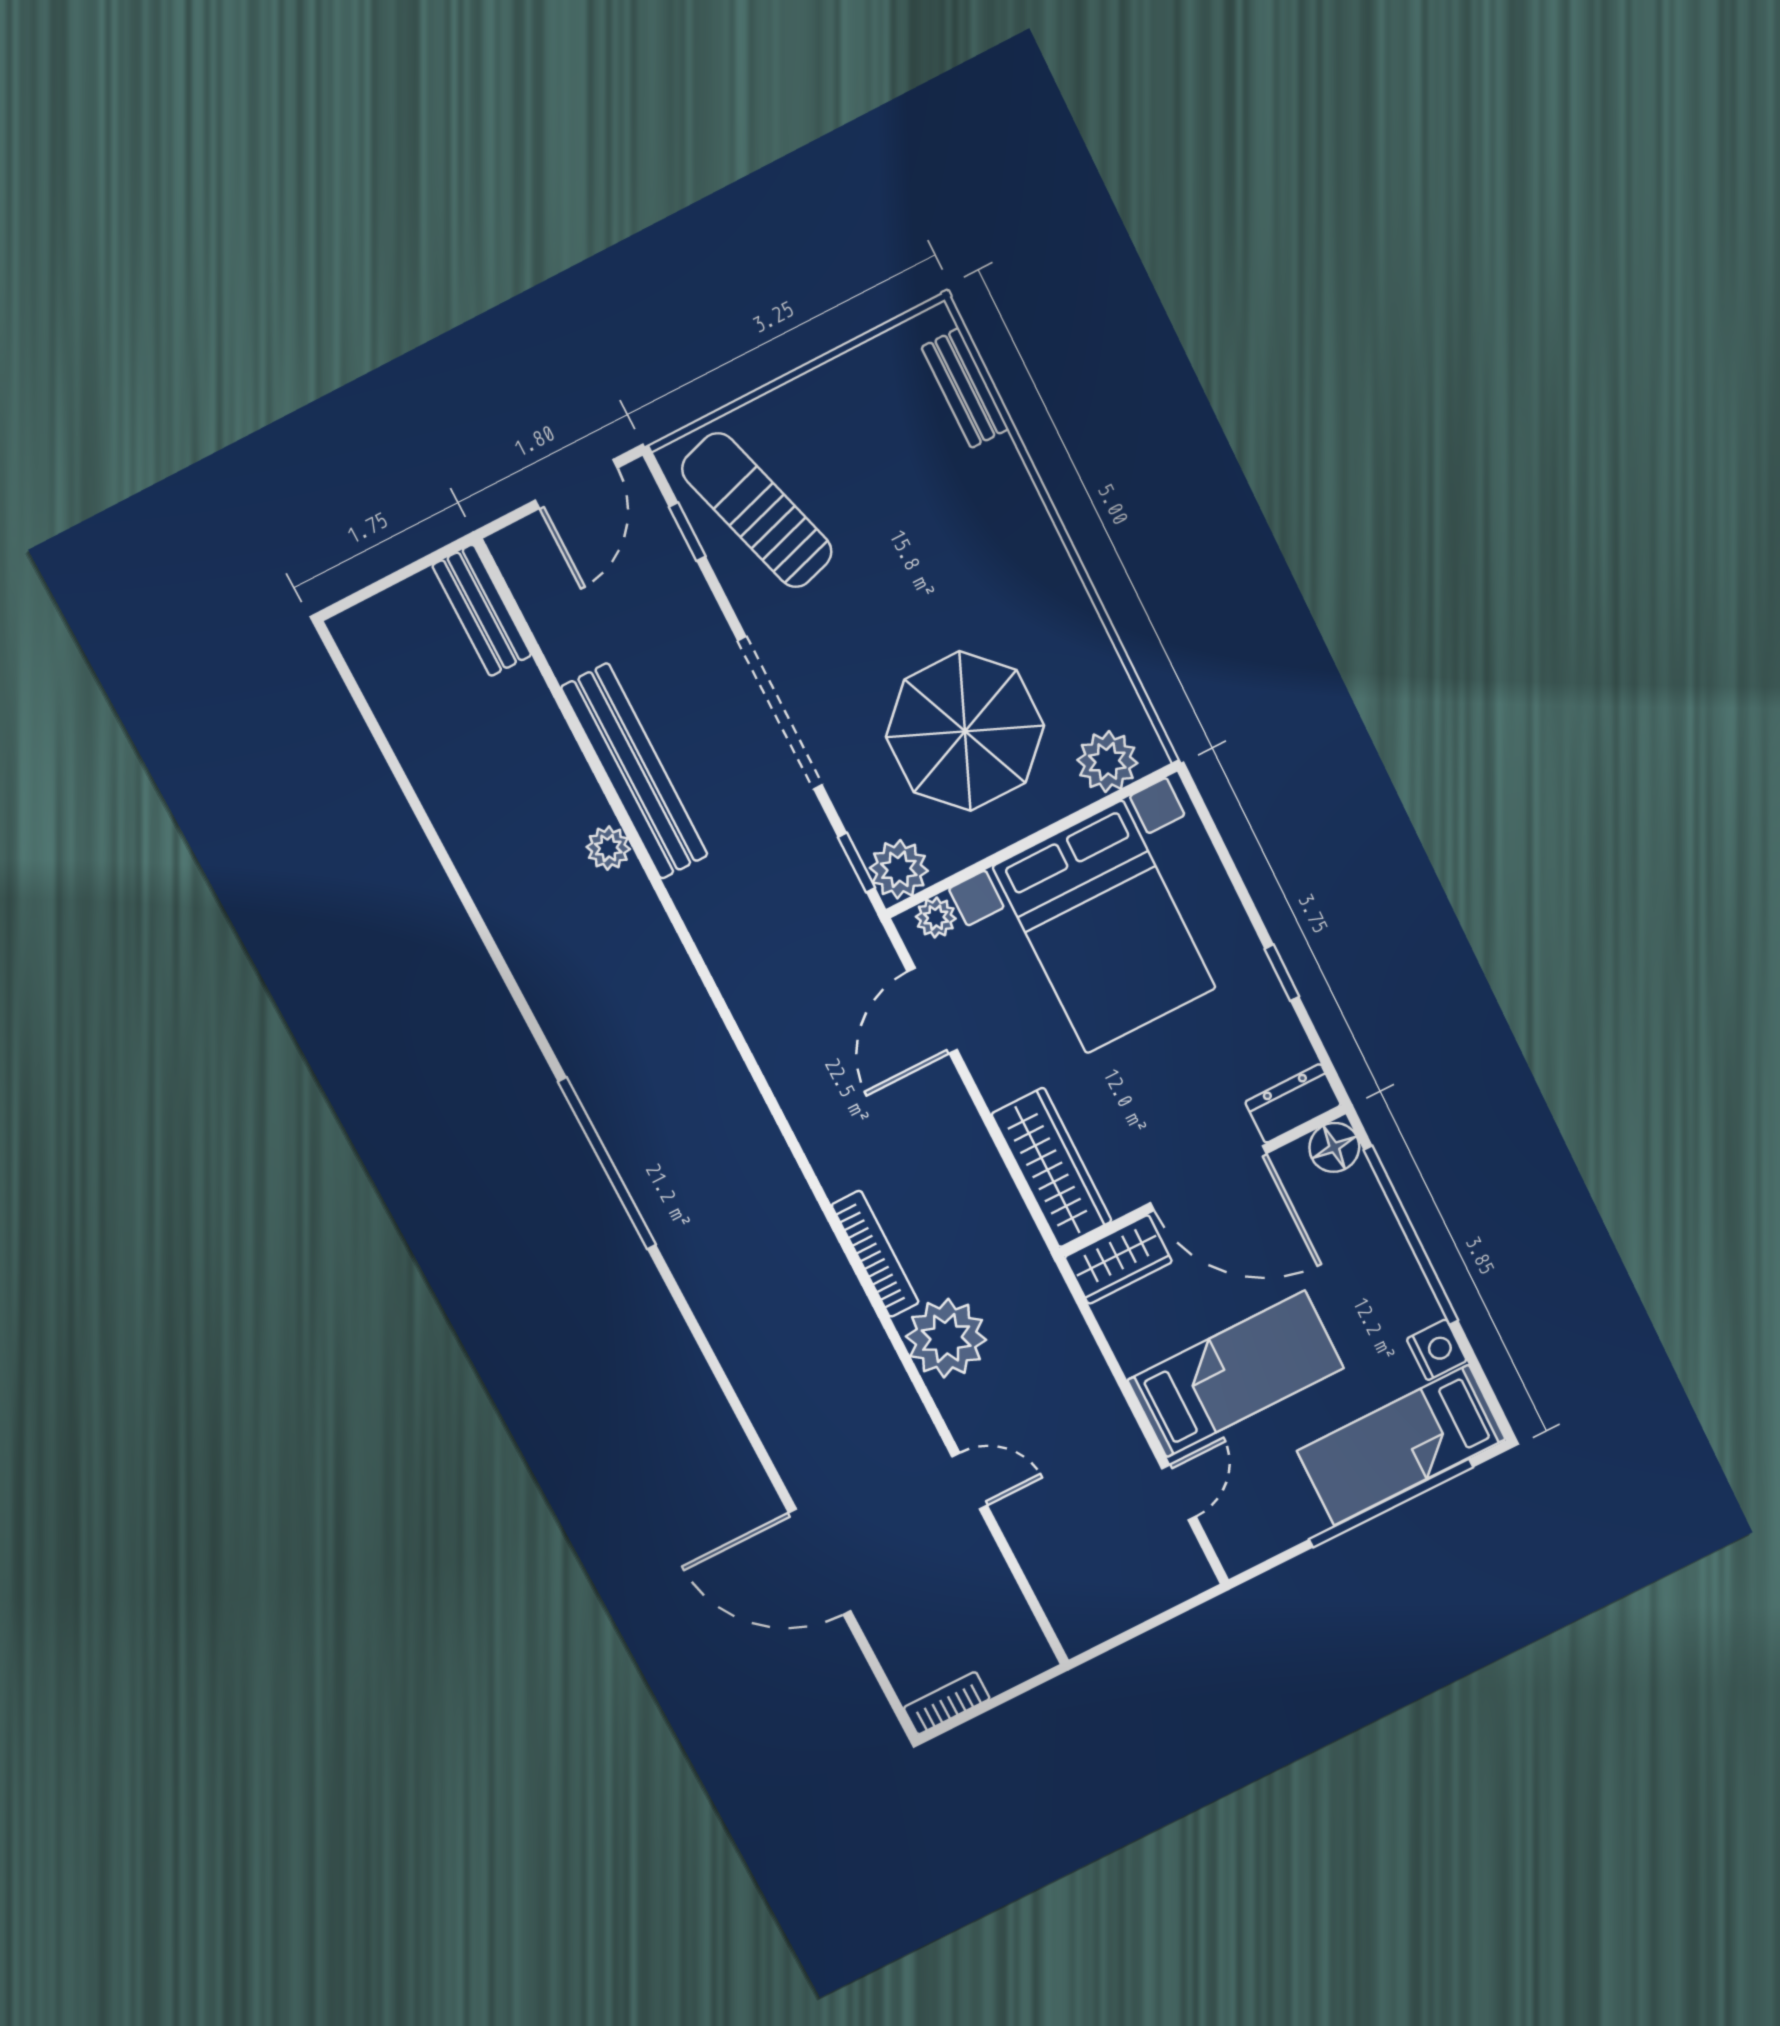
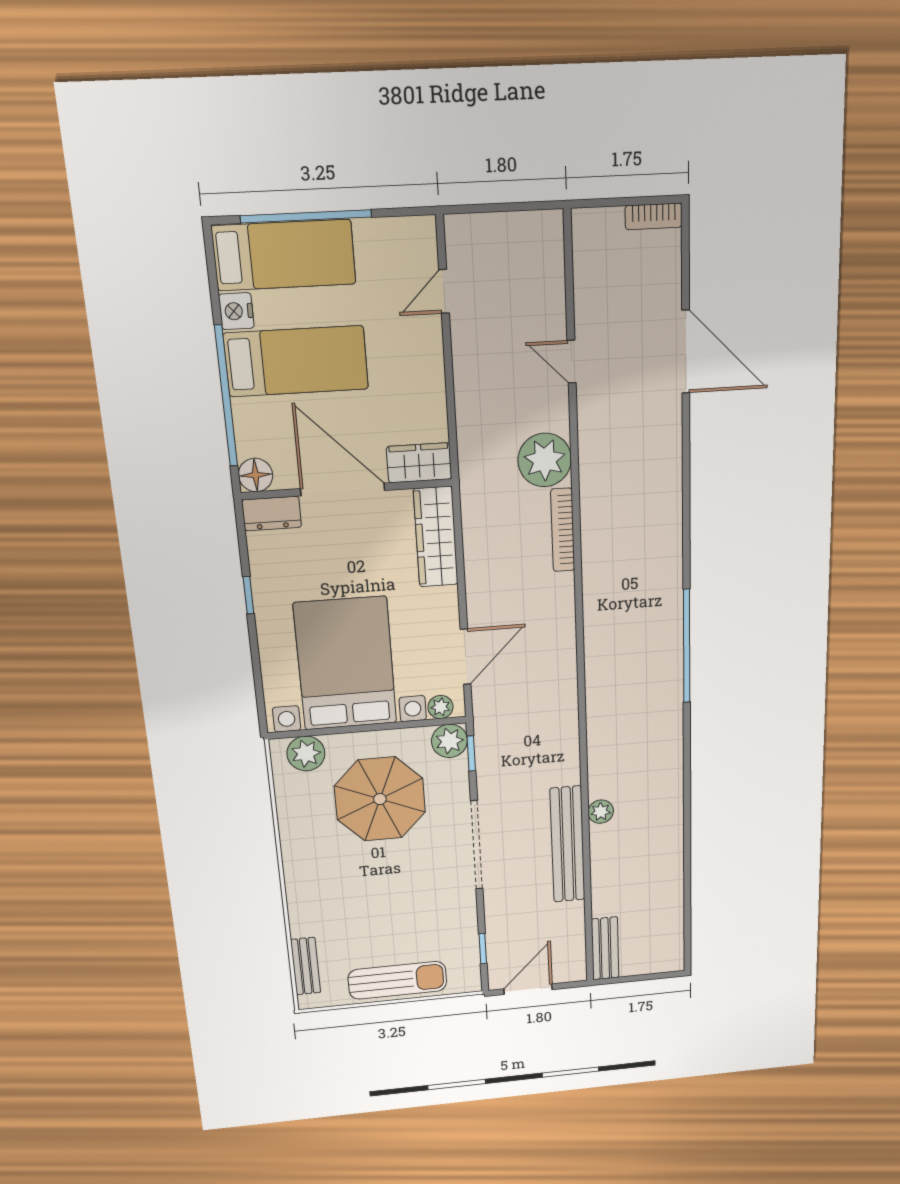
sun lounger: (757, 510) -> (397, 980), moved, turned -73
bed: (1236, 1374) -> (296, 361), moved, turned 180

